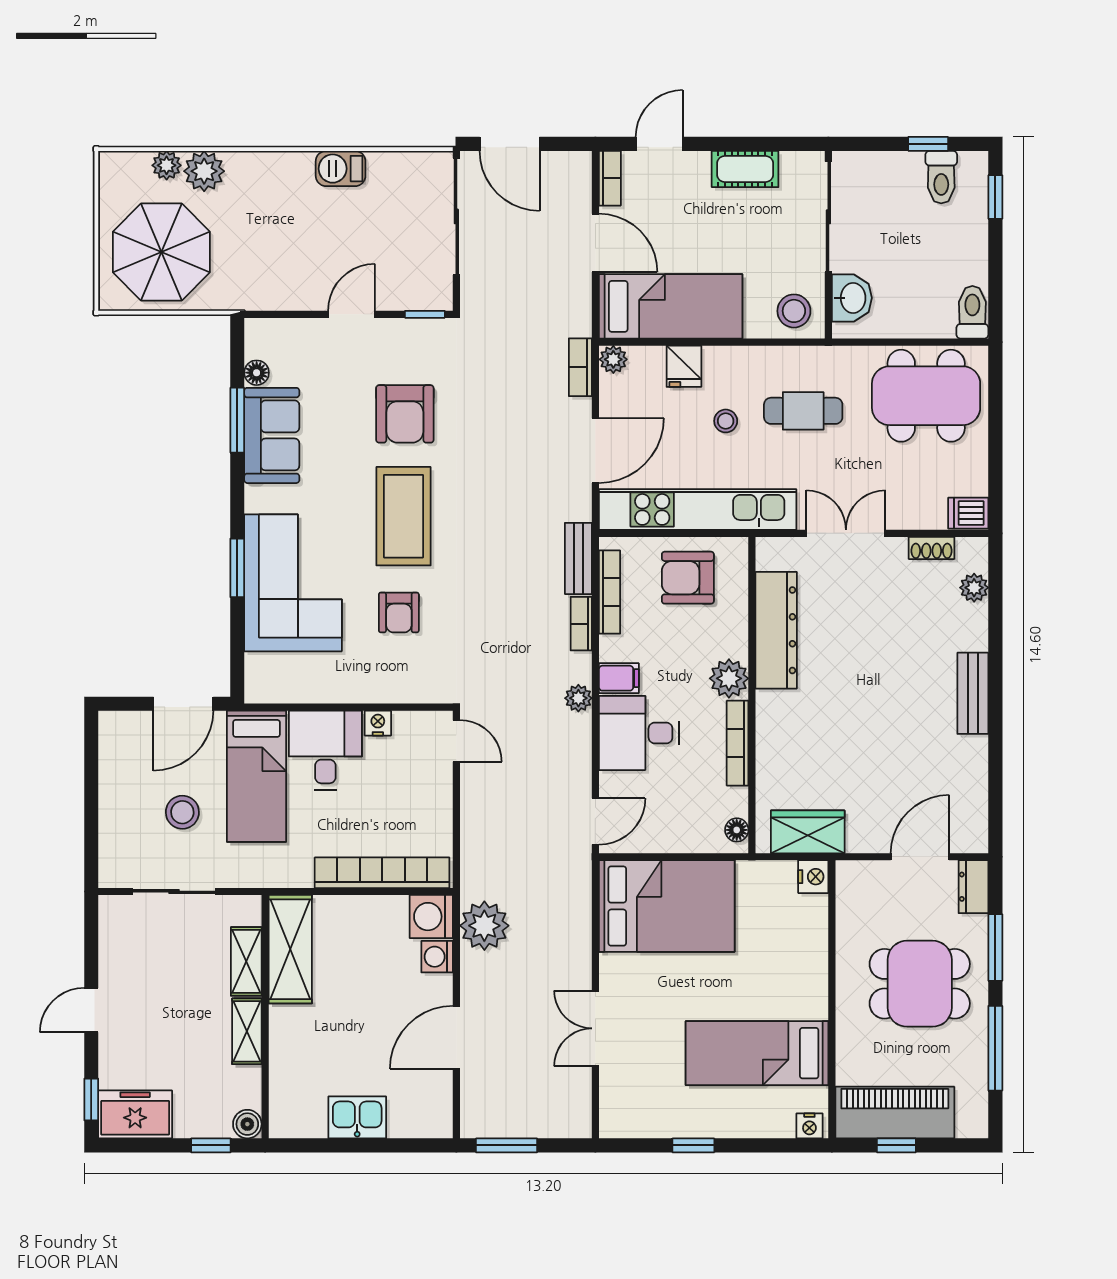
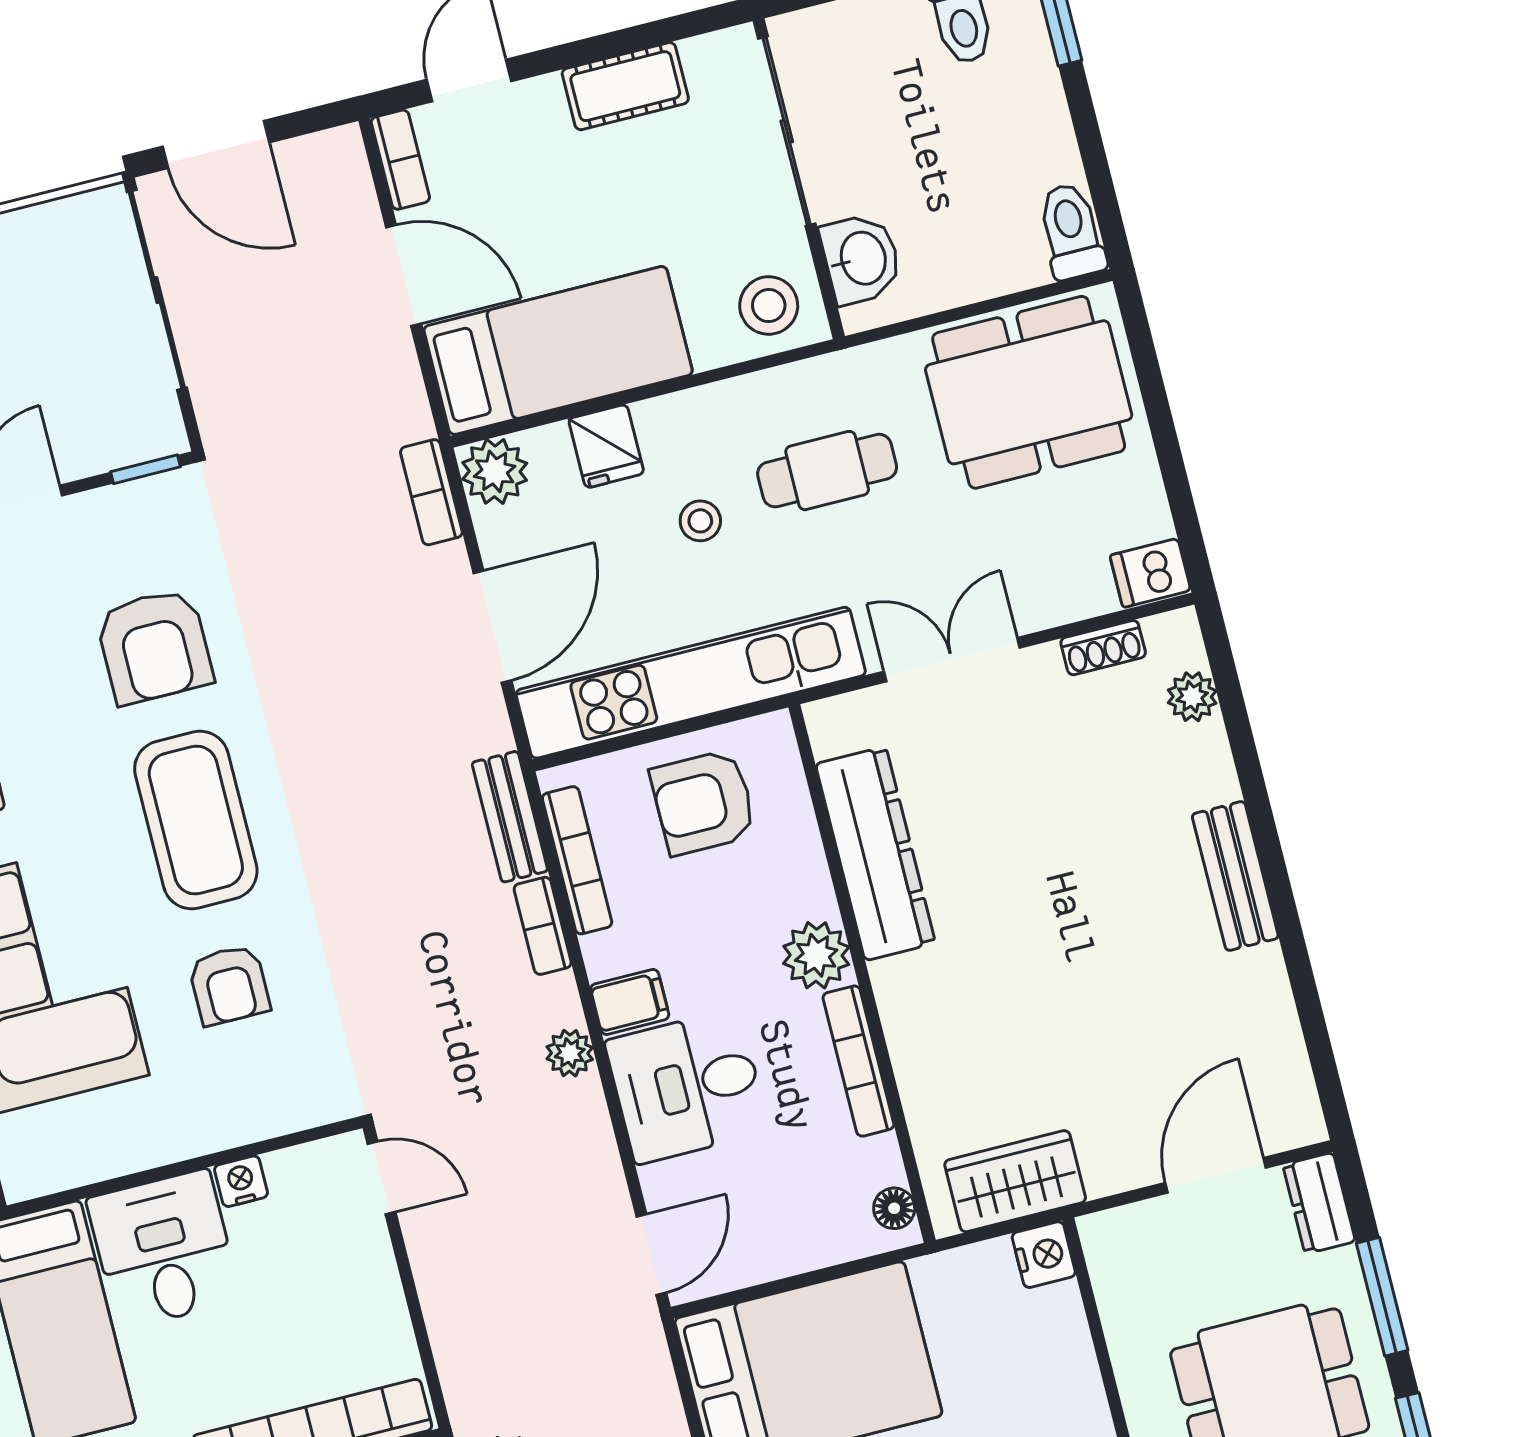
plant: (613, 359) -> (495, 471), width x1.38, depth x1.38

